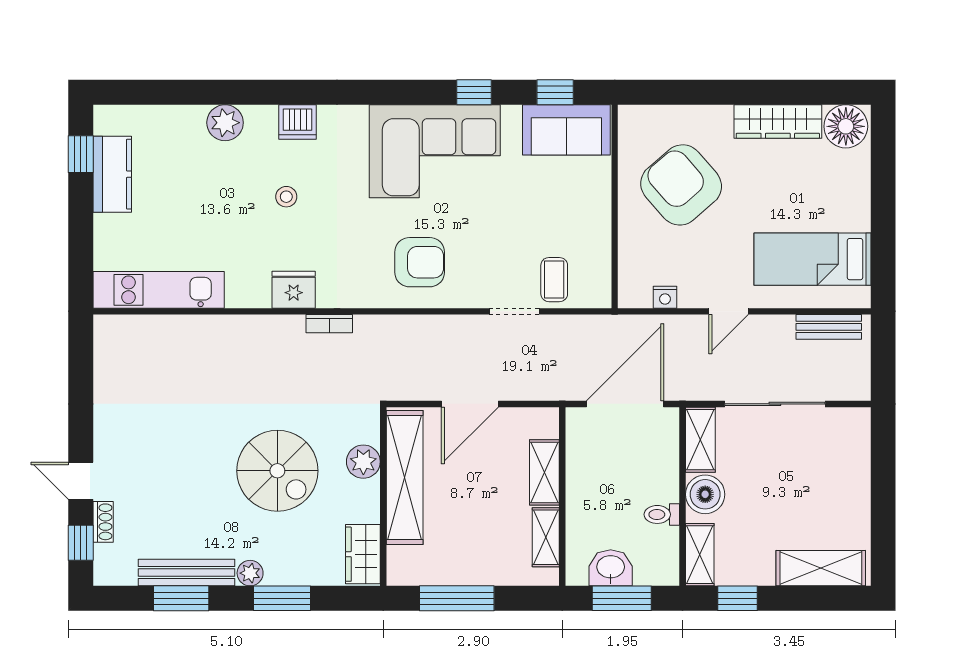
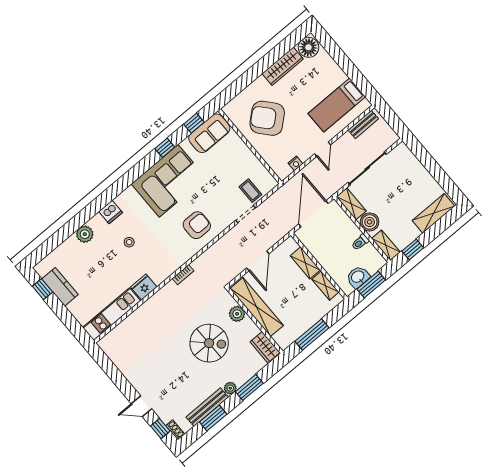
fridge: (294, 290) -> (144, 287), moved
shoe rack: (103, 522) -> (175, 430), moved

